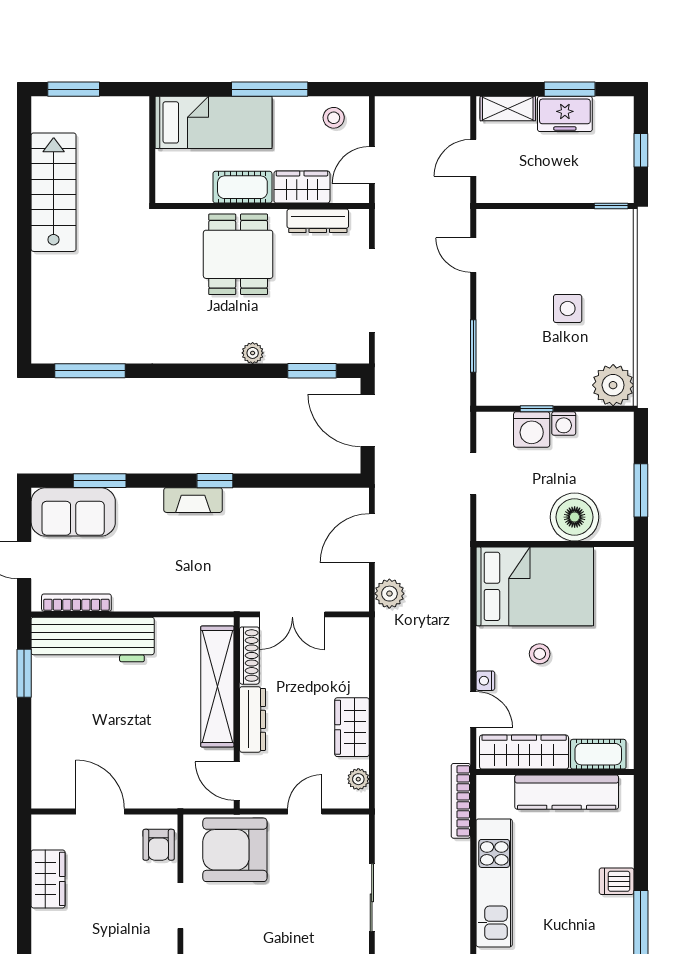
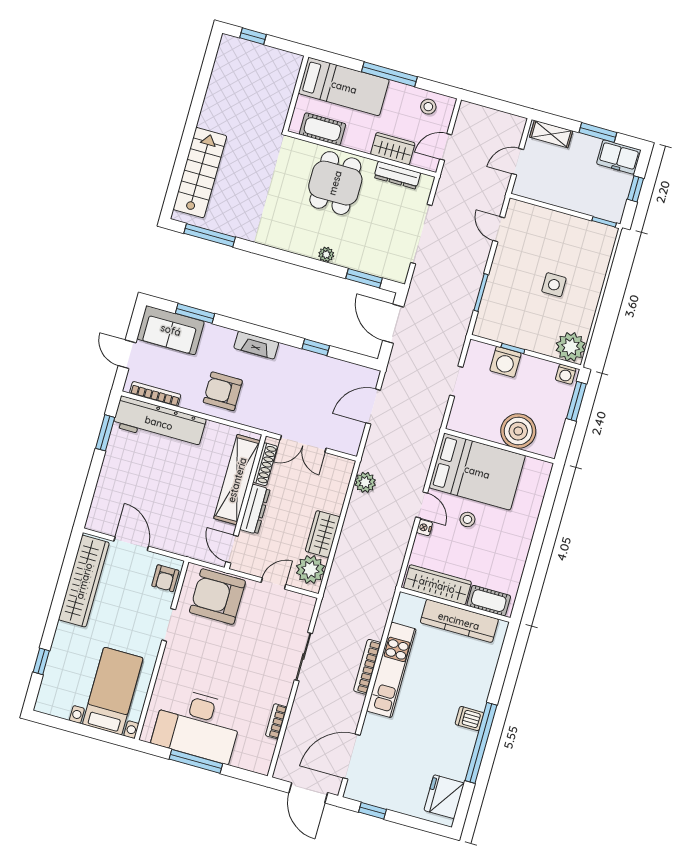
window: (74, 89) -> (253, 36), width x0.67
freezer: (565, 114) -> (619, 157), moved
cot: (242, 187) -> (322, 129), moved
stairs: (54, 192) -> (200, 173), moved
washing machine: (564, 423) -> (566, 374), moved
window: (215, 481) -> (316, 347), moved
window: (641, 490) -> (576, 401), moved
armchair: (166, 574) -> (223, 391), added
plant: (389, 594) -> (365, 482), moved
door: (473, 710) -> (422, 505), moved
plant: (358, 779) -> (310, 570), width x1.88, depth x1.88
bookcase: (461, 801) -> (367, 667), moved
wardrobe: (48, 879) -> (84, 581), width x2.10, depth x1.17
dishwasher: (617, 881) -> (469, 719), moved

